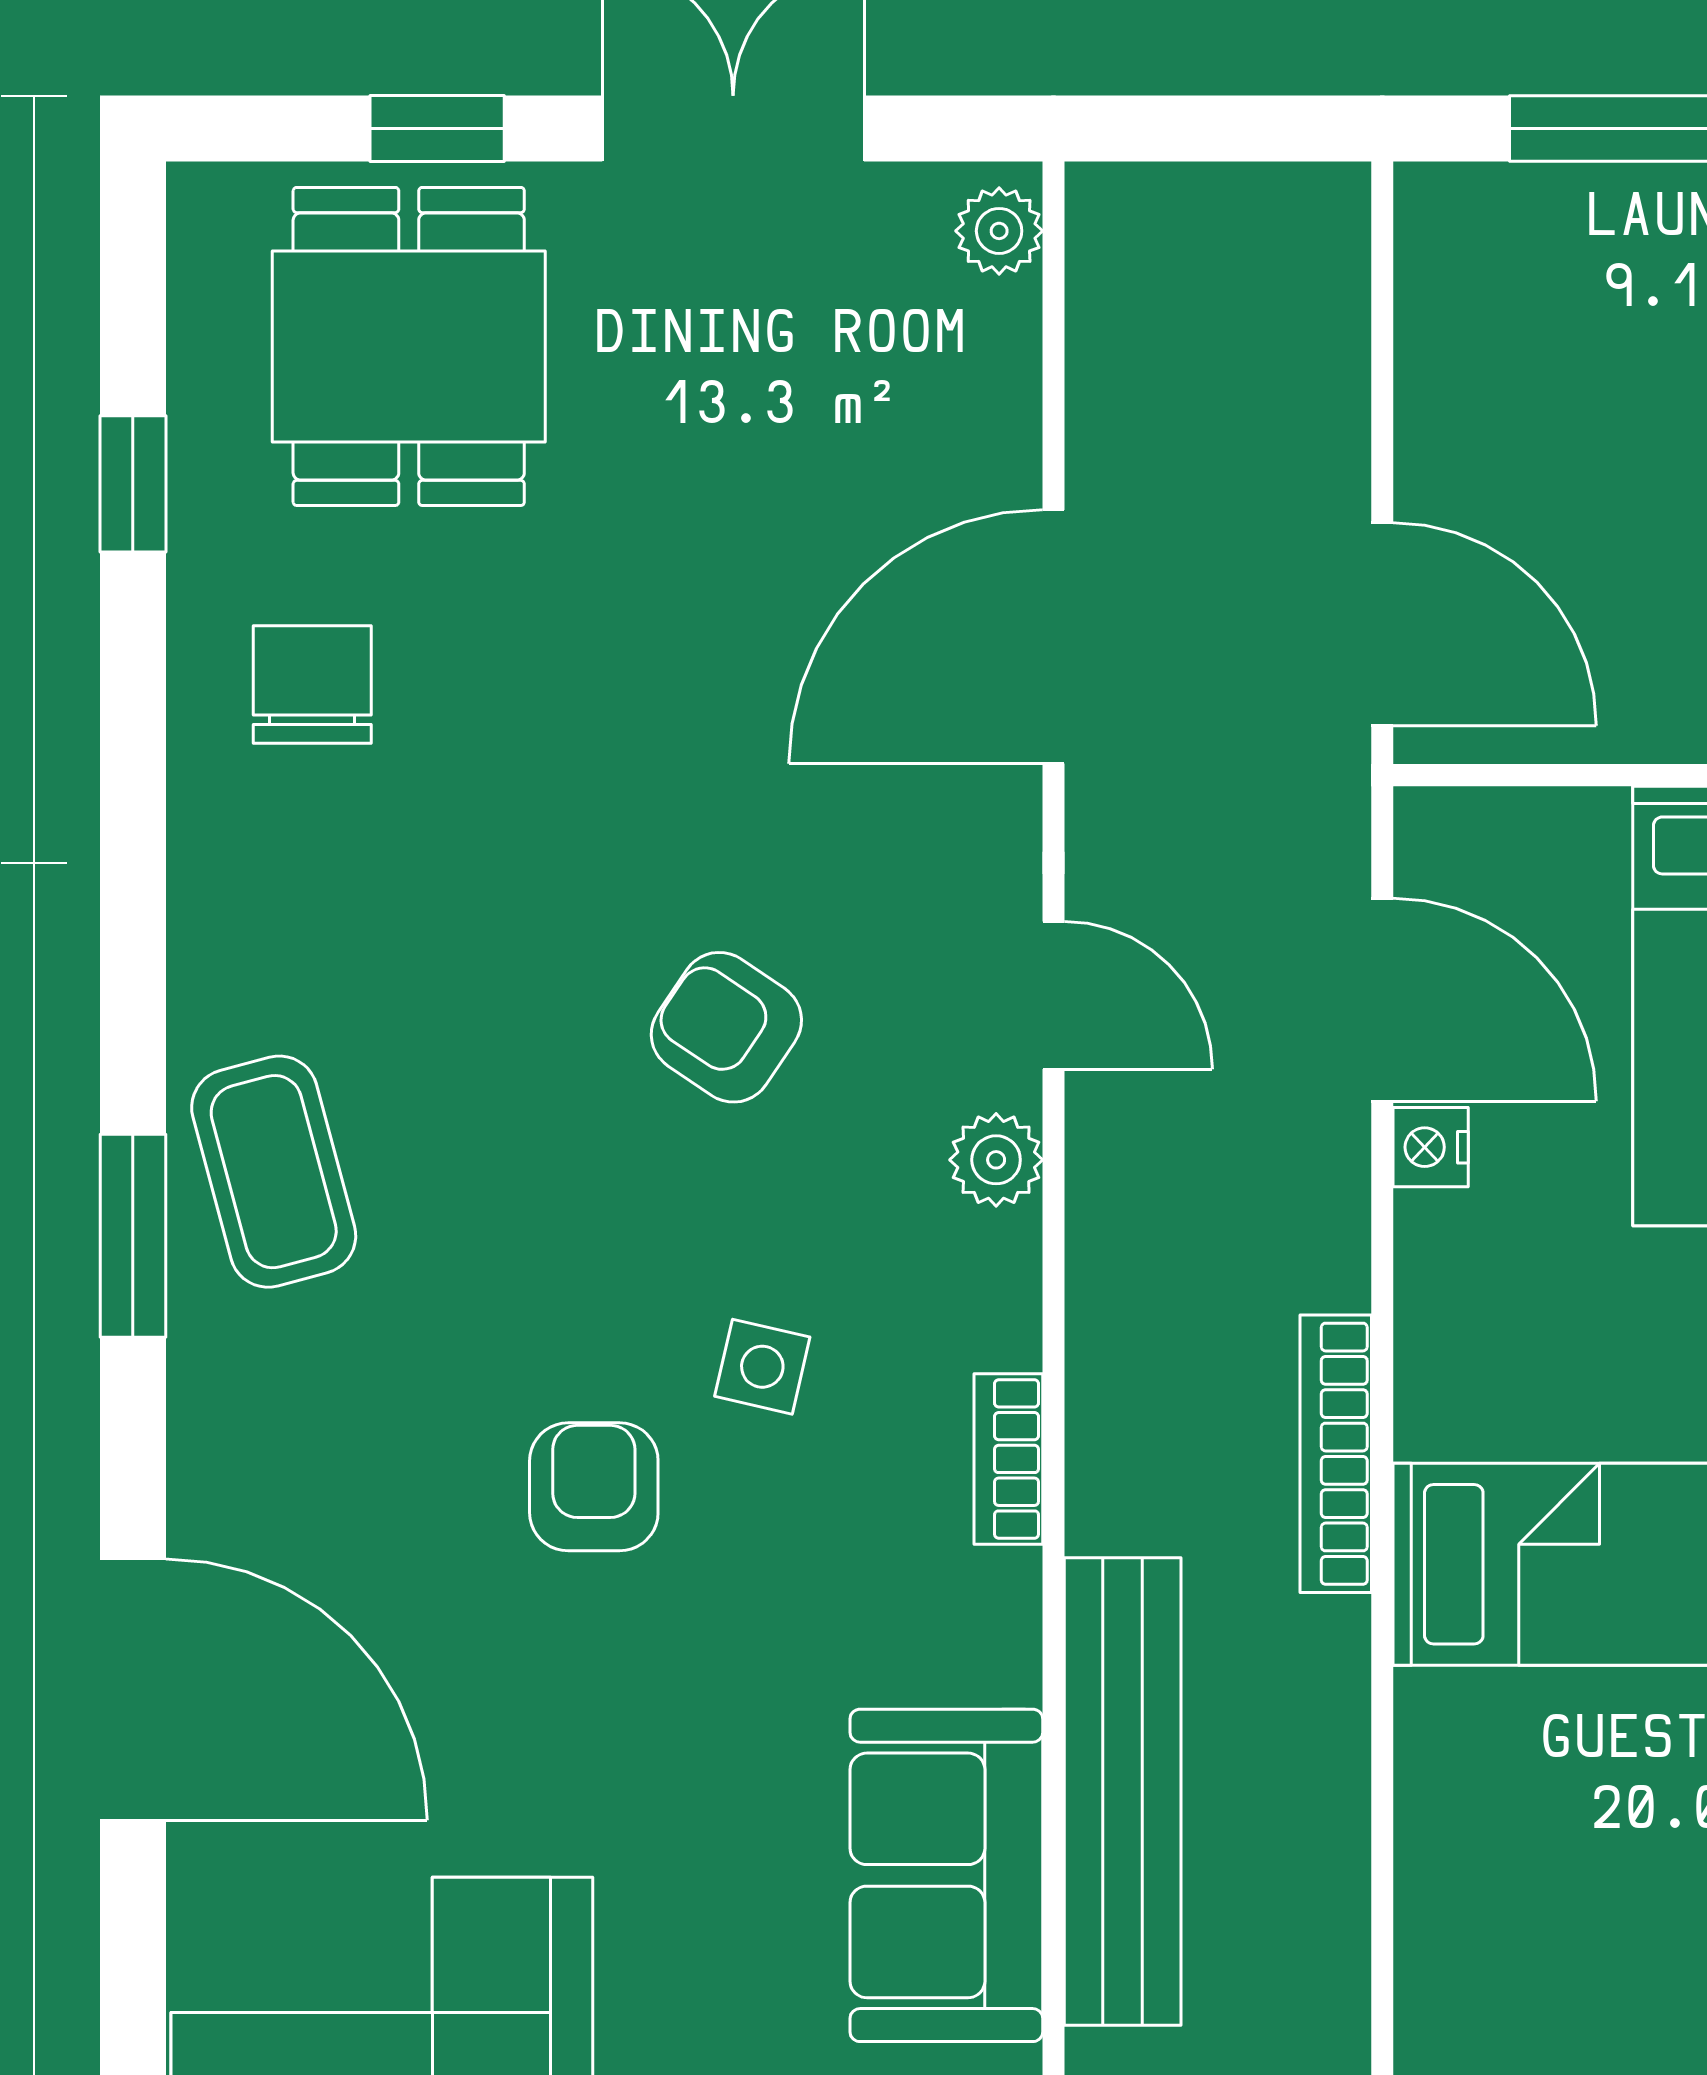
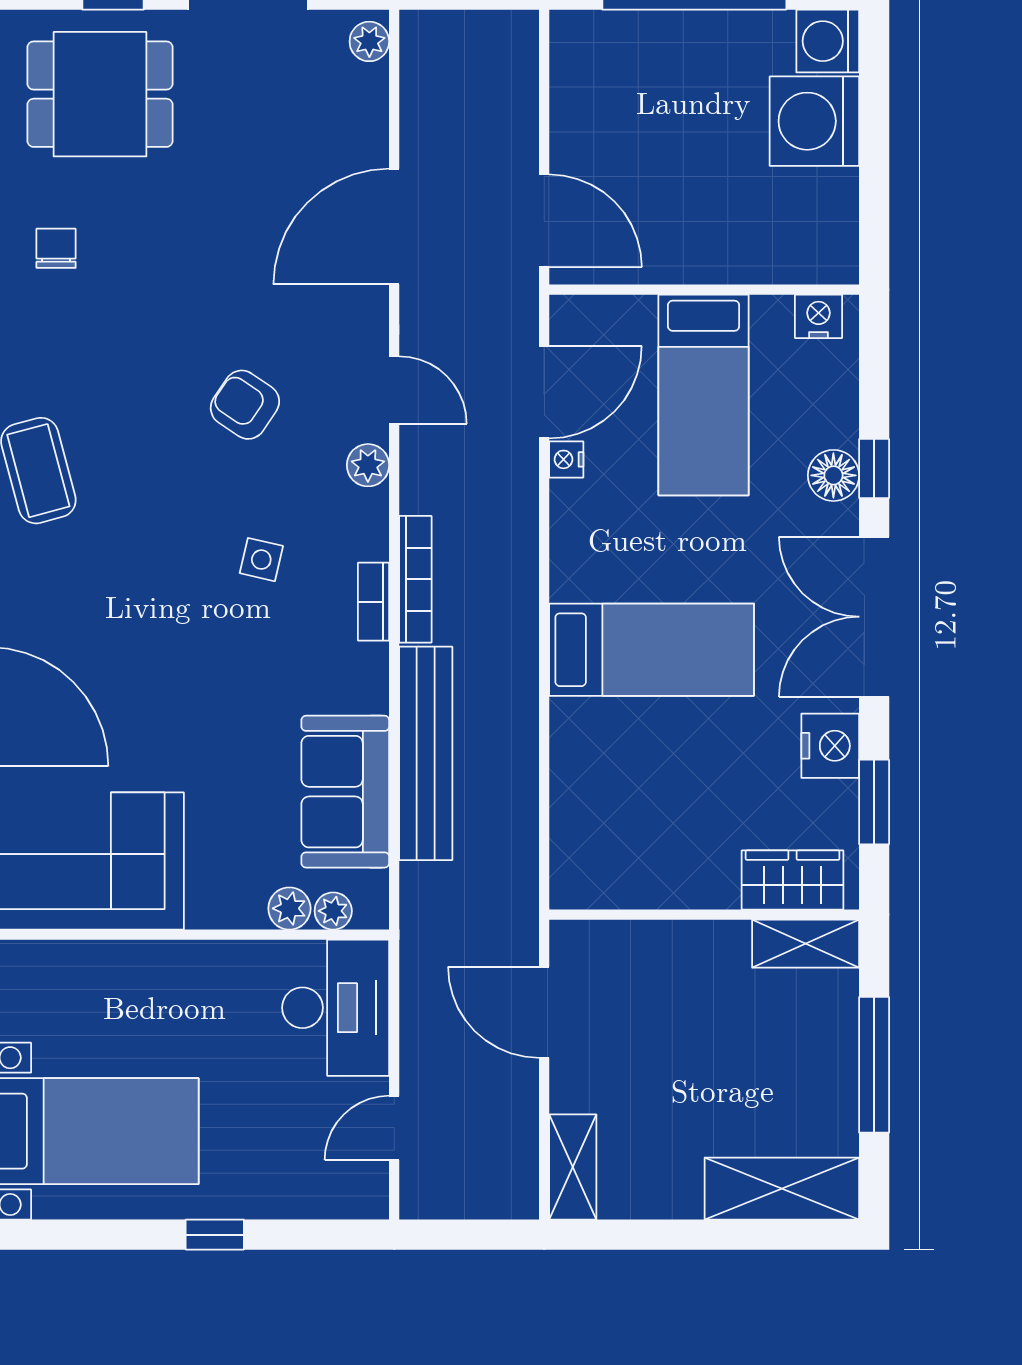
dining table: (409, 346) -> (100, 94), turned 90
chair: (312, 684) -> (56, 248), width x0.73, depth x0.73
door: (1382, 1000) -> (544, 392), hinge flipped
bookcase: (1336, 1454) -> (415, 579), moved, turned 180
armchair: (594, 1487) -> (184, 614), removed

